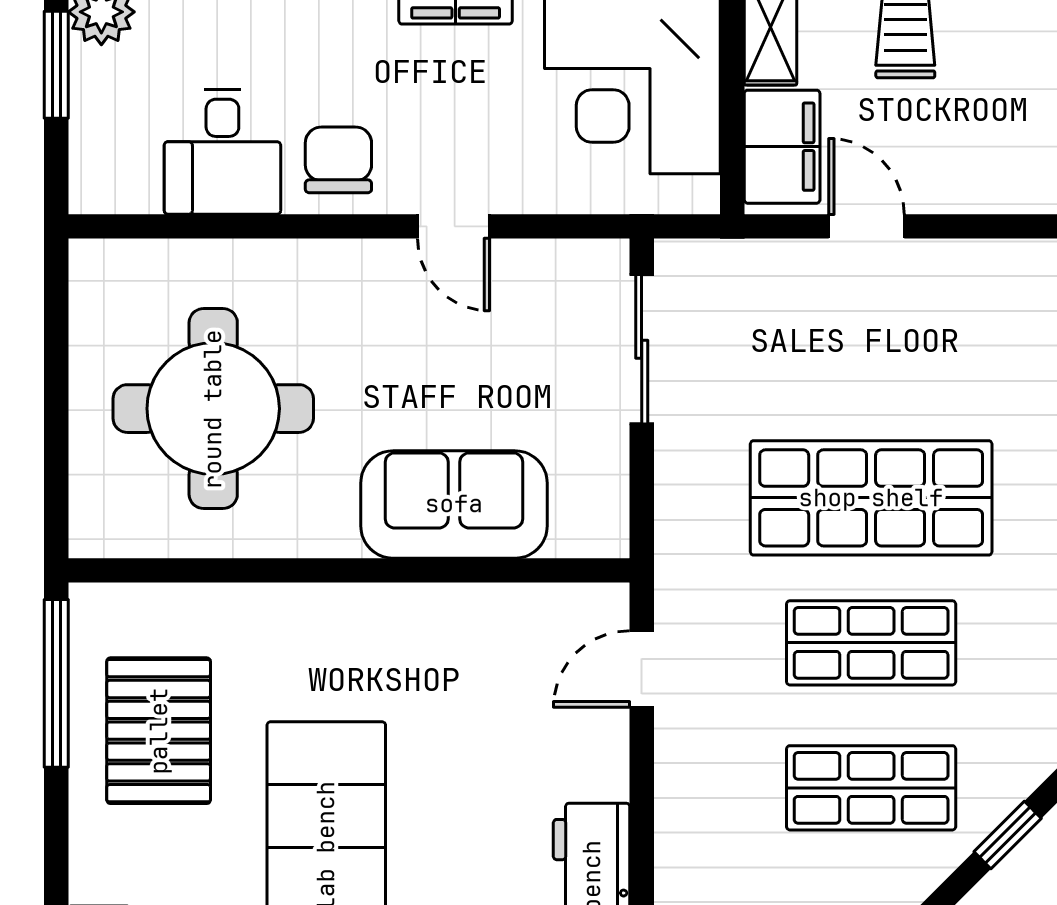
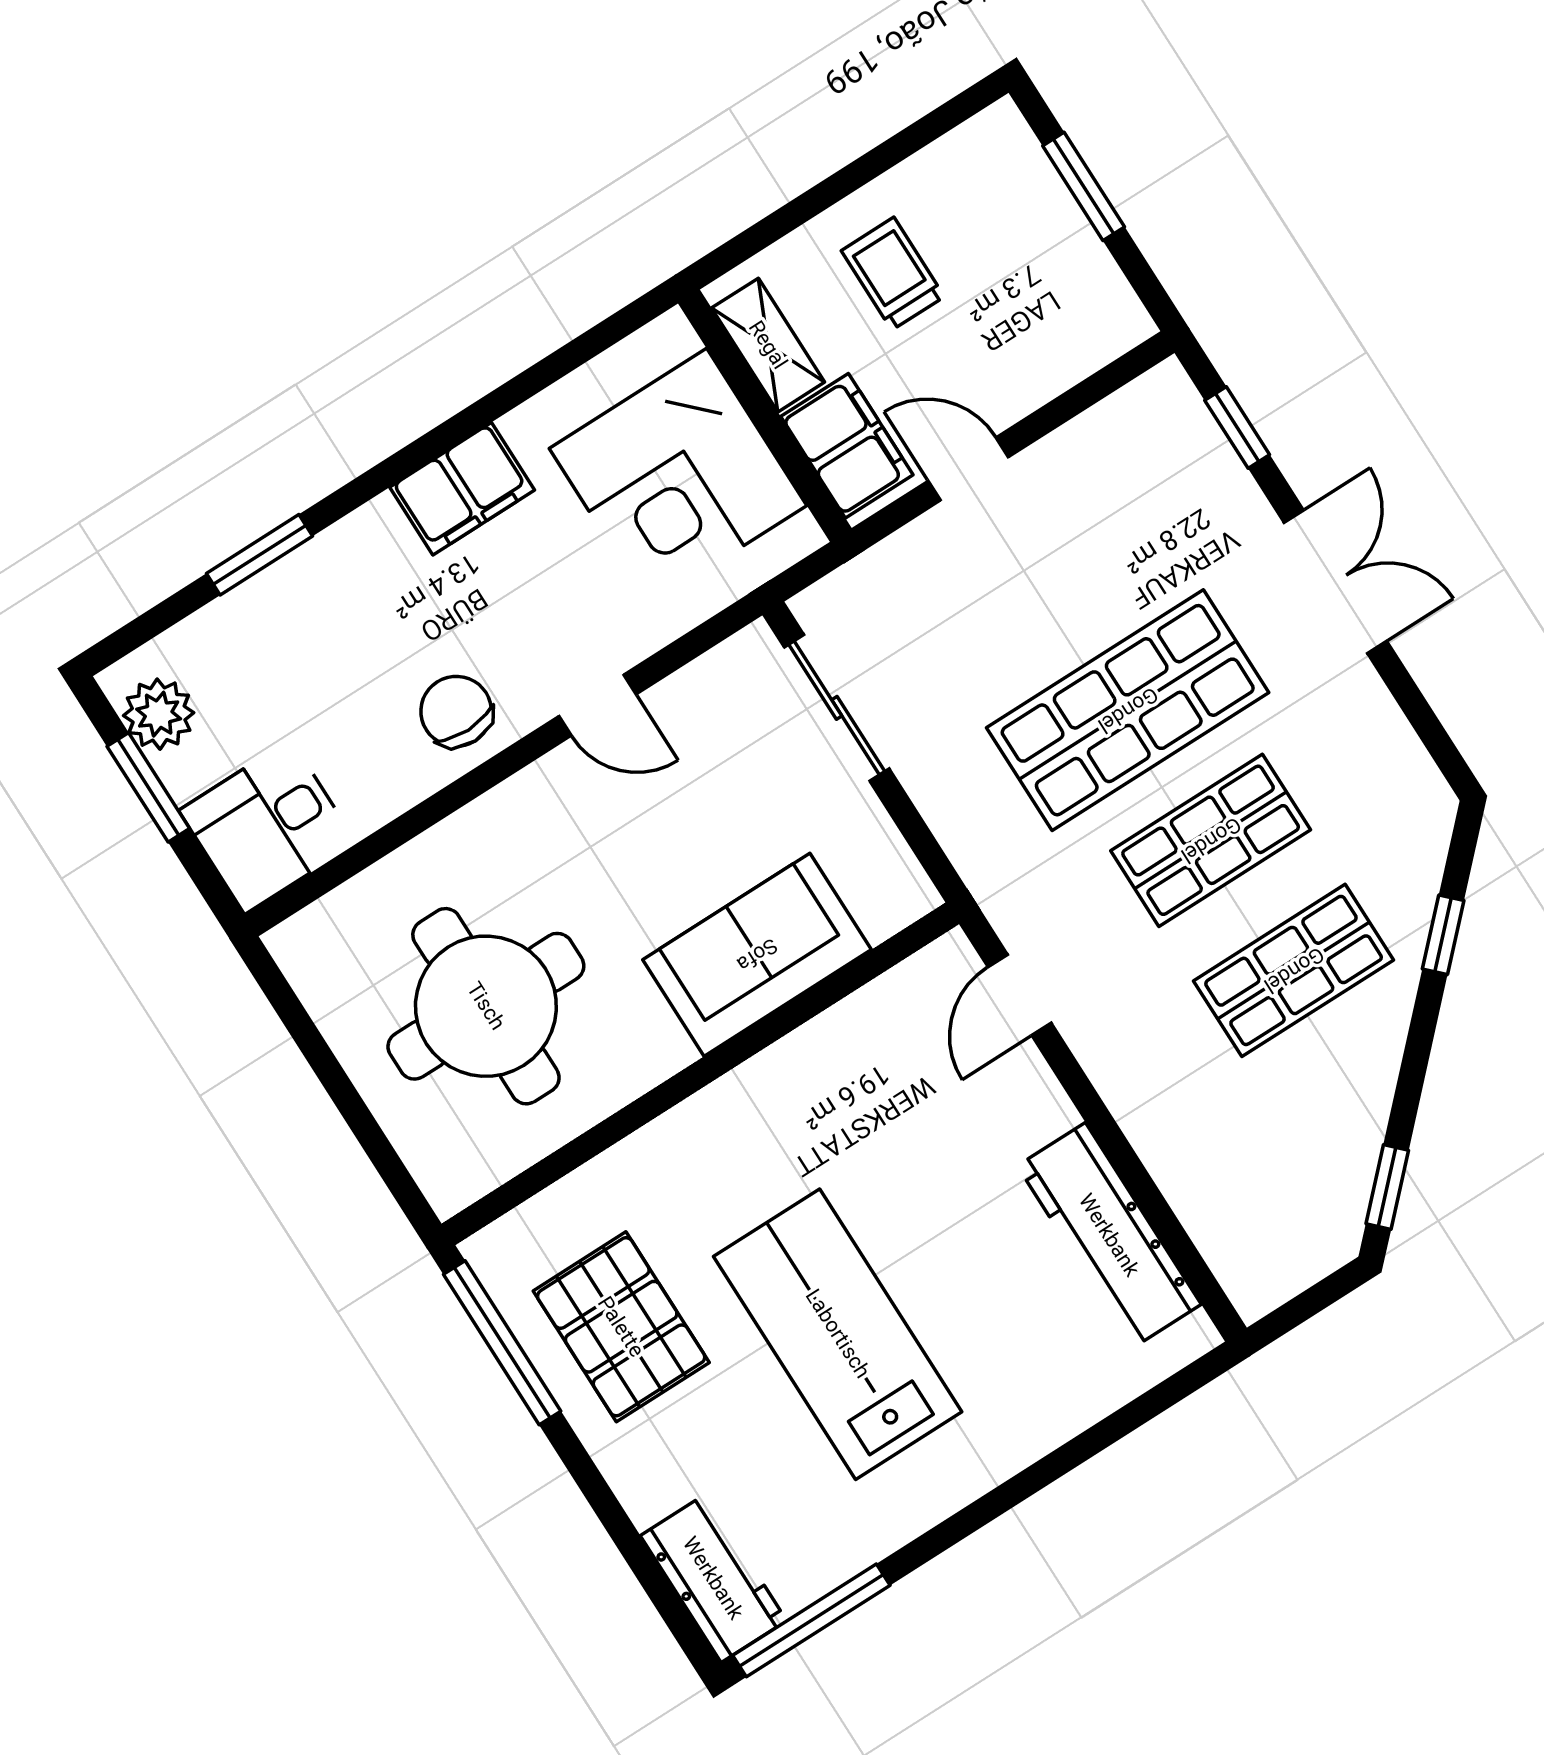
desk: (222, 152) -> (268, 827), moved, turned 90

